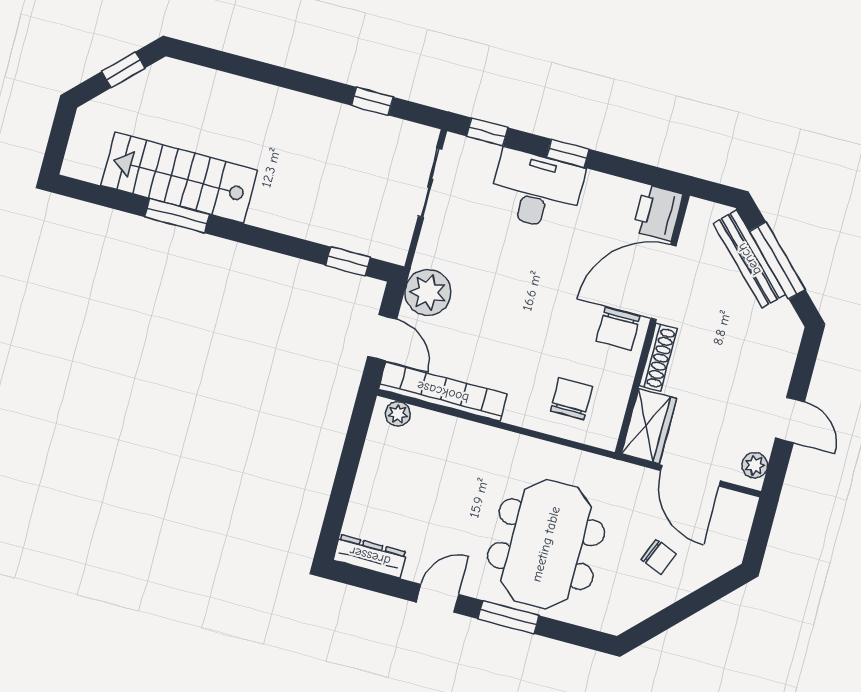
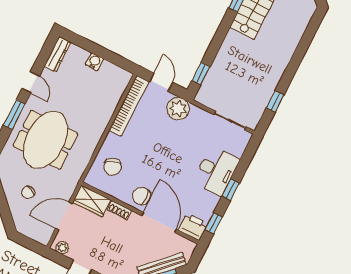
window: (487, 132) -> (214, 223), moved
door: (382, 338) -> (161, 82), swing flipped
shoe rack: (658, 357) -> (119, 210), width x0.70
chair: (571, 399) -> (113, 167), turned 67
plant: (398, 414) -> (123, 82), removed
water cooler: (369, 479) -> (94, 62), added
meeting table: (546, 544) -> (46, 140), turned 90

